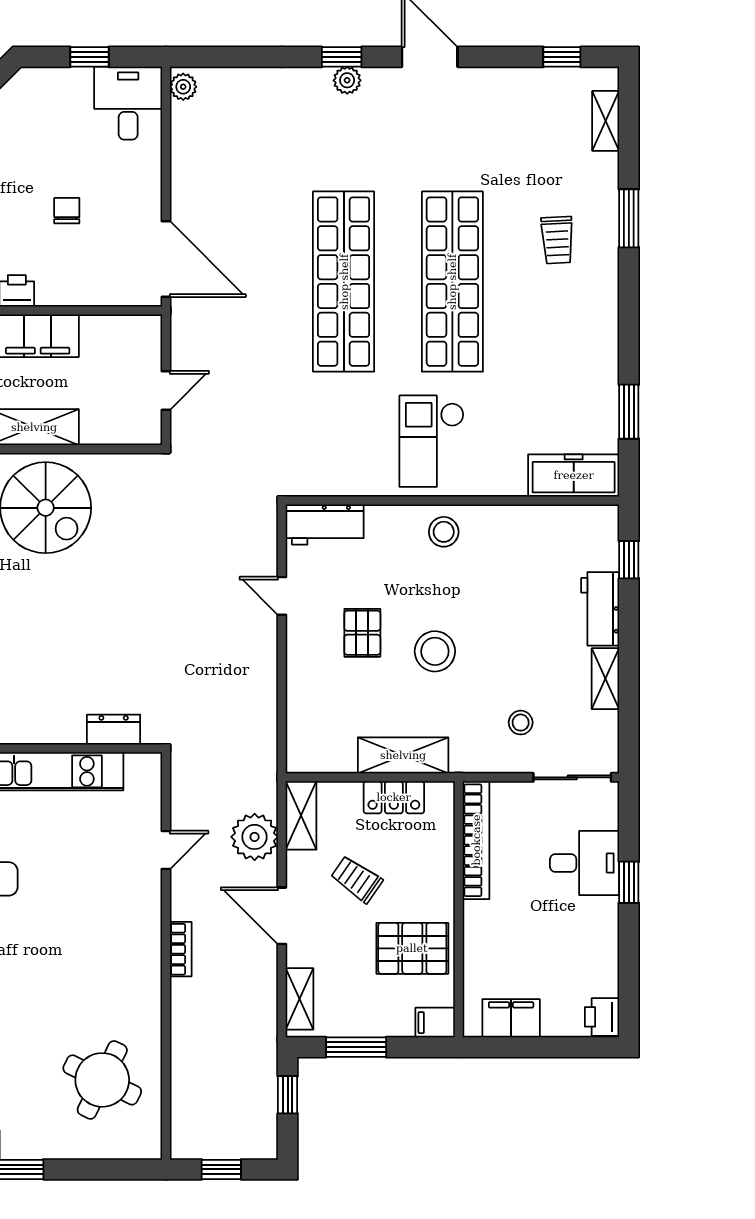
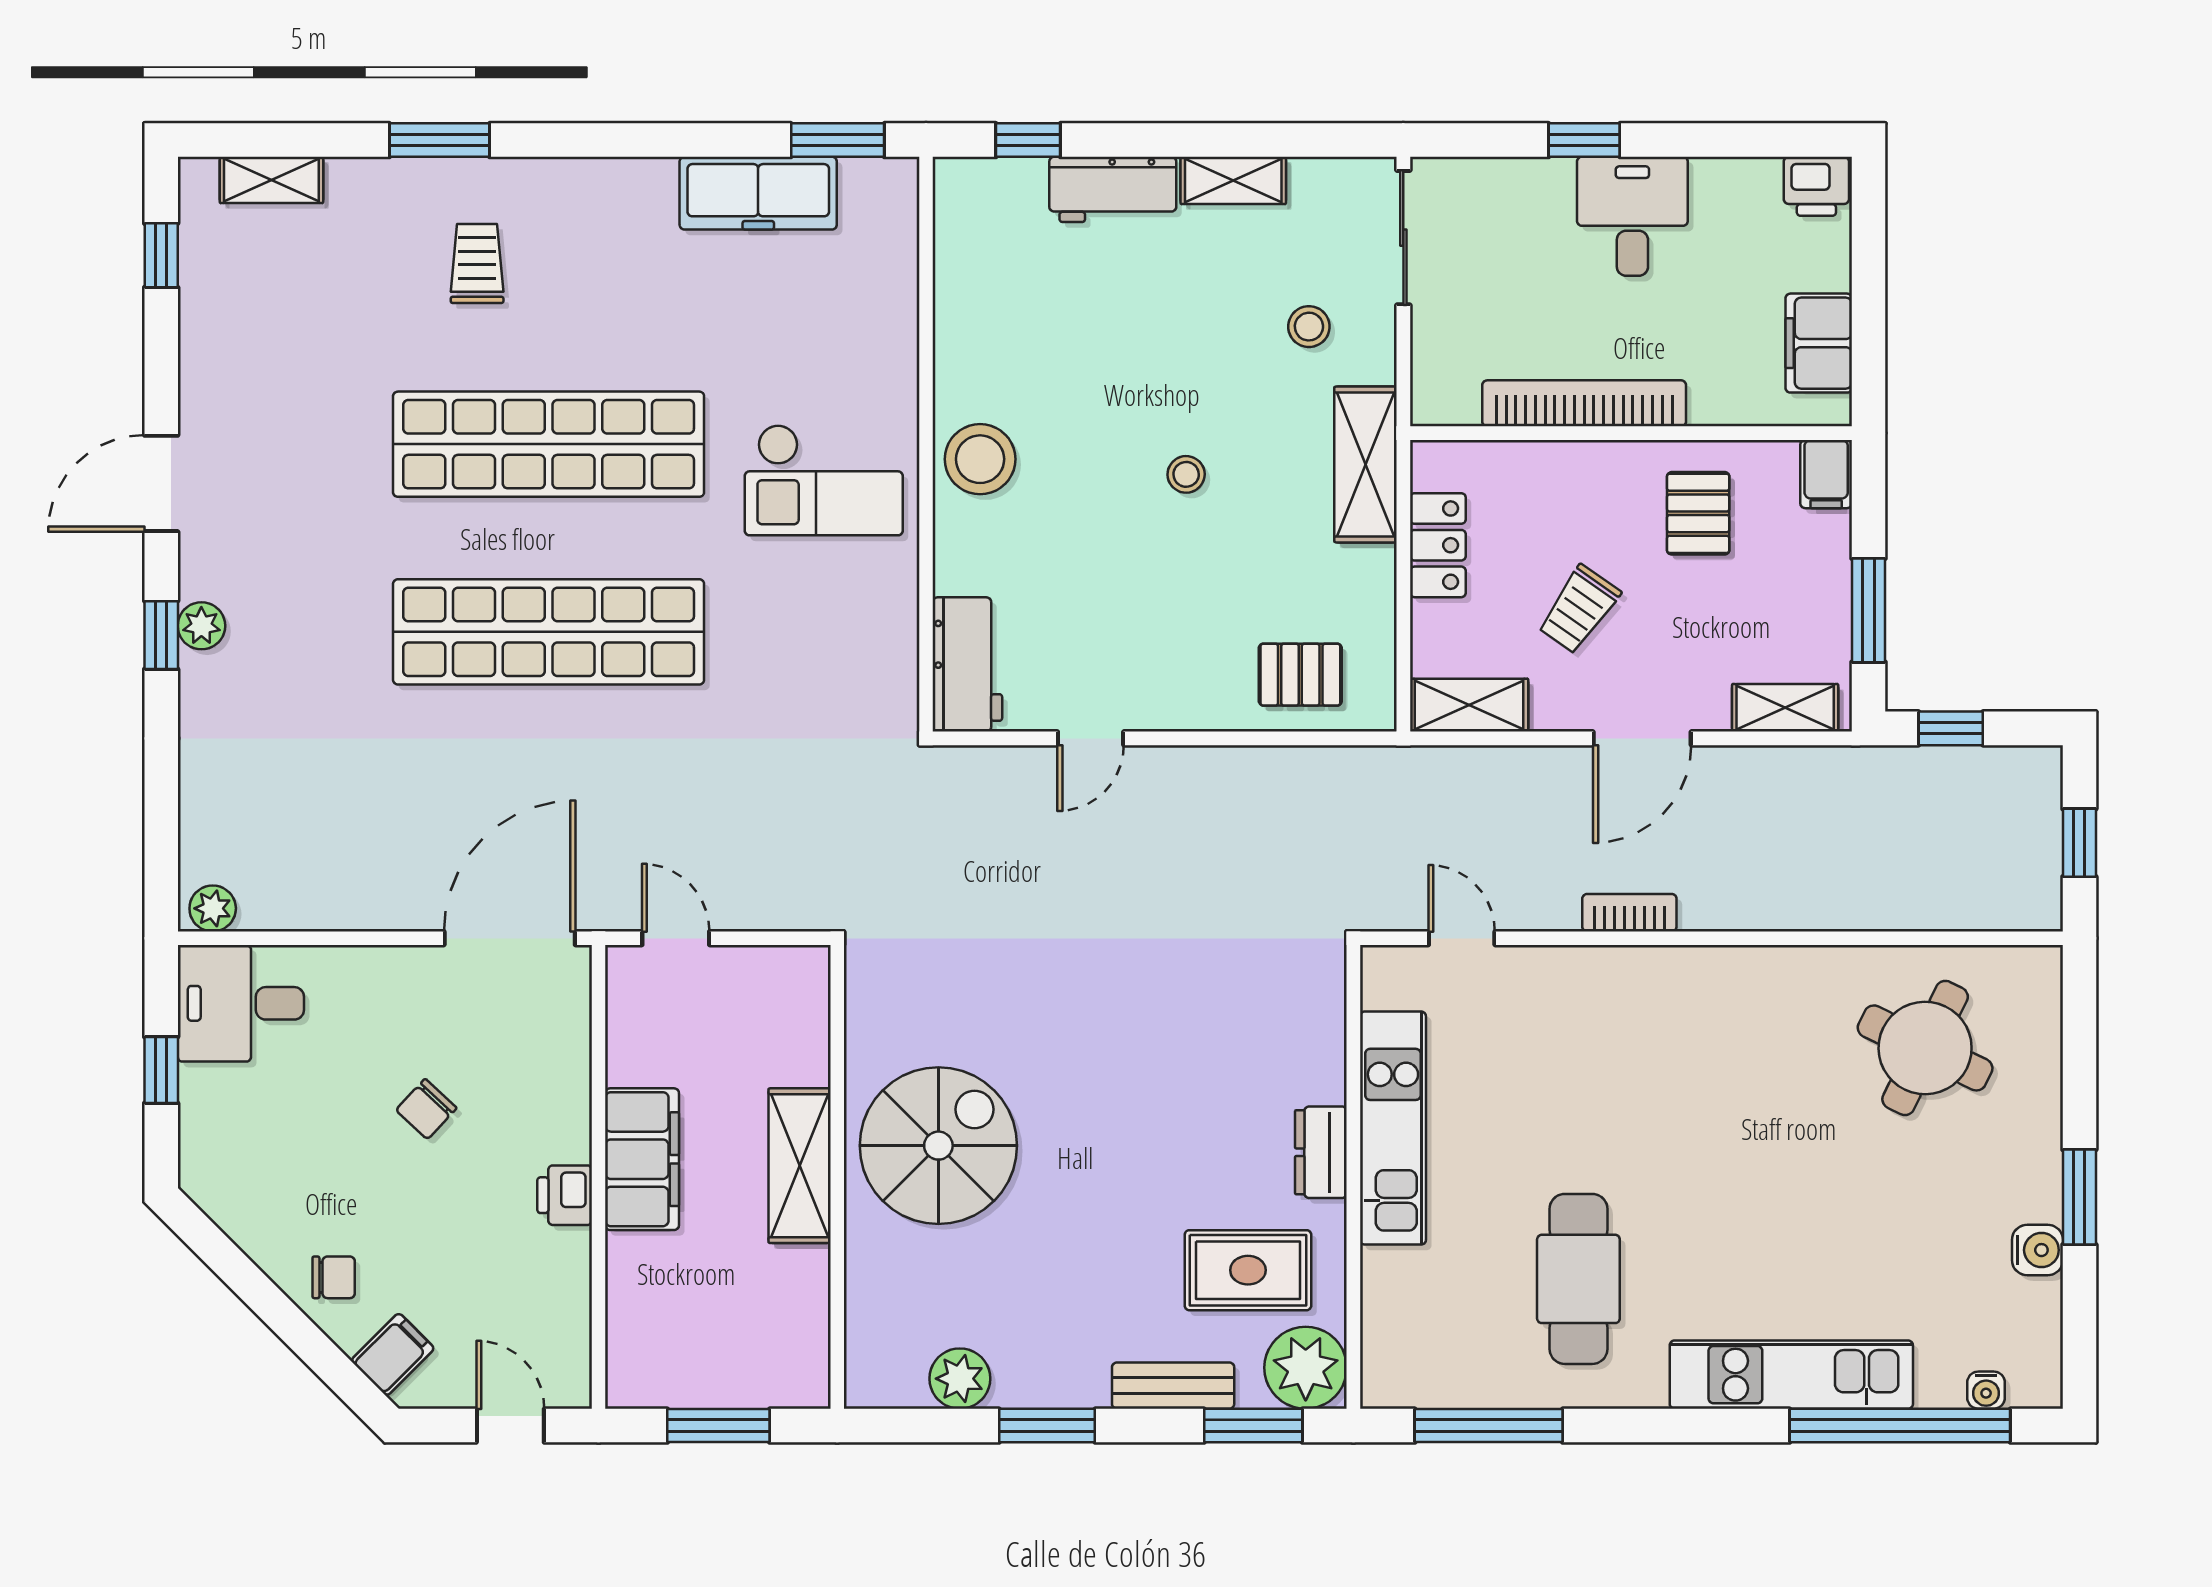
chair: (67, 211) -> (426, 1109), turned -47
trolley: (557, 240) -> (477, 263), turned -87
door: (166, 391) -> (676, 938), moved
window: (629, 412) -> (838, 140), moved
freezer: (574, 475) -> (758, 193), moved, turned -90
stool: (444, 532) -> (980, 459), width x1.38, depth x1.38
pallet: (362, 633) -> (1300, 675), moved
stool: (435, 651) -> (1186, 474), width x0.53, depth x0.53
dresser: (114, 730) -> (1321, 1152), moved
shelving: (403, 755) -> (1365, 464), moved
plant: (255, 837) -> (1506, 785), removed
bookcase: (476, 840) -> (1584, 403), moved
door: (166, 850) -> (1462, 938), moved
desk: (585, 863) -> (1632, 216), moved
pallet: (412, 948) -> (1698, 513), width x0.67, depth x0.71
bookcase: (181, 949) -> (1629, 913), moved

